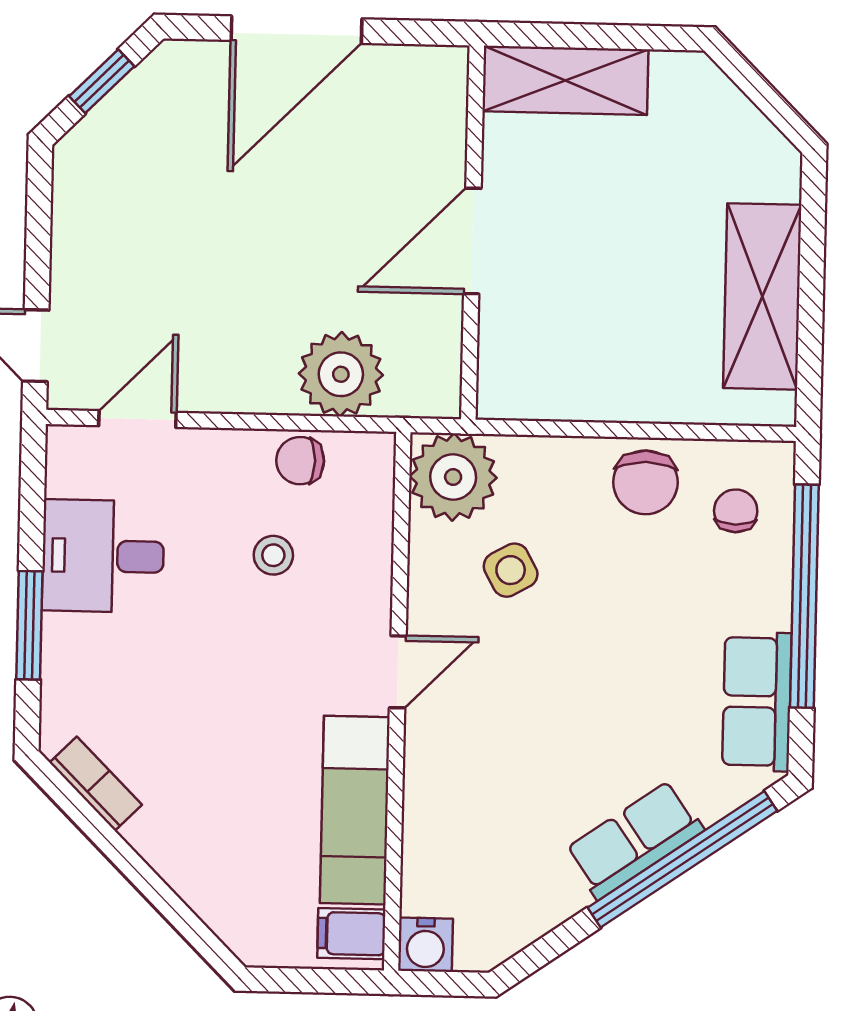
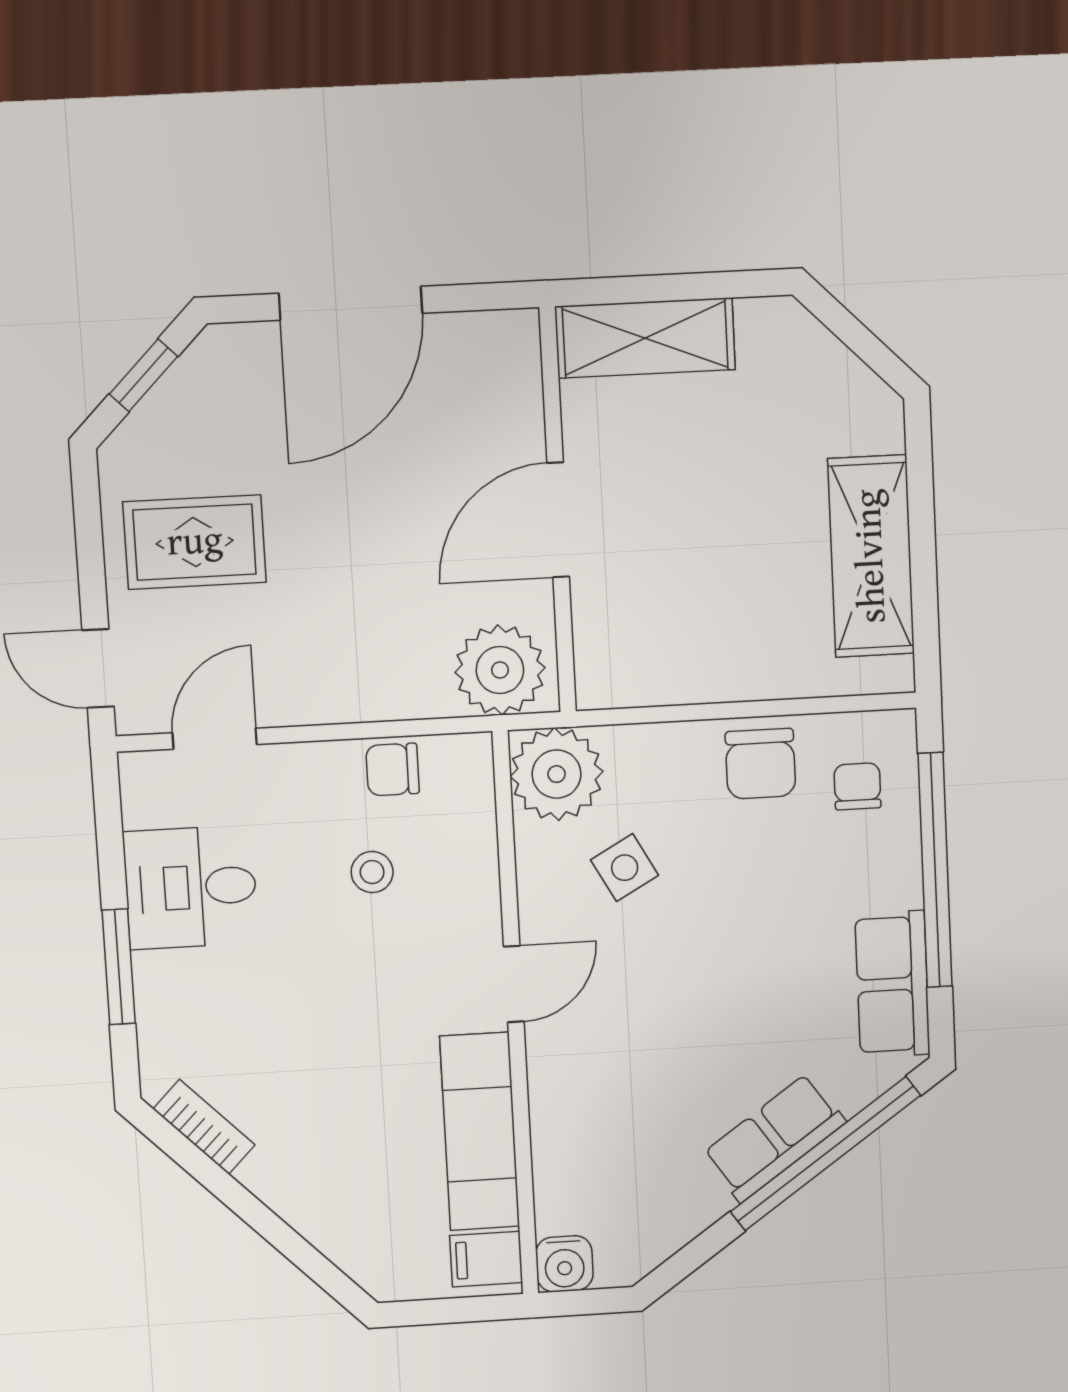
rug: (135, 236) -> (195, 542), added
plant: (341, 374) -> (500, 670), moved

